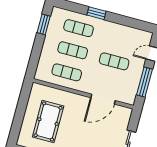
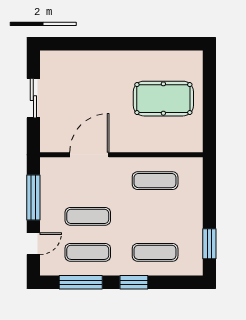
window: (129, 22) -> (81, 282), added
exercise mat: (73, 50) -> (88, 252), moved
pool table: (48, 122) -> (163, 99), turned 90

